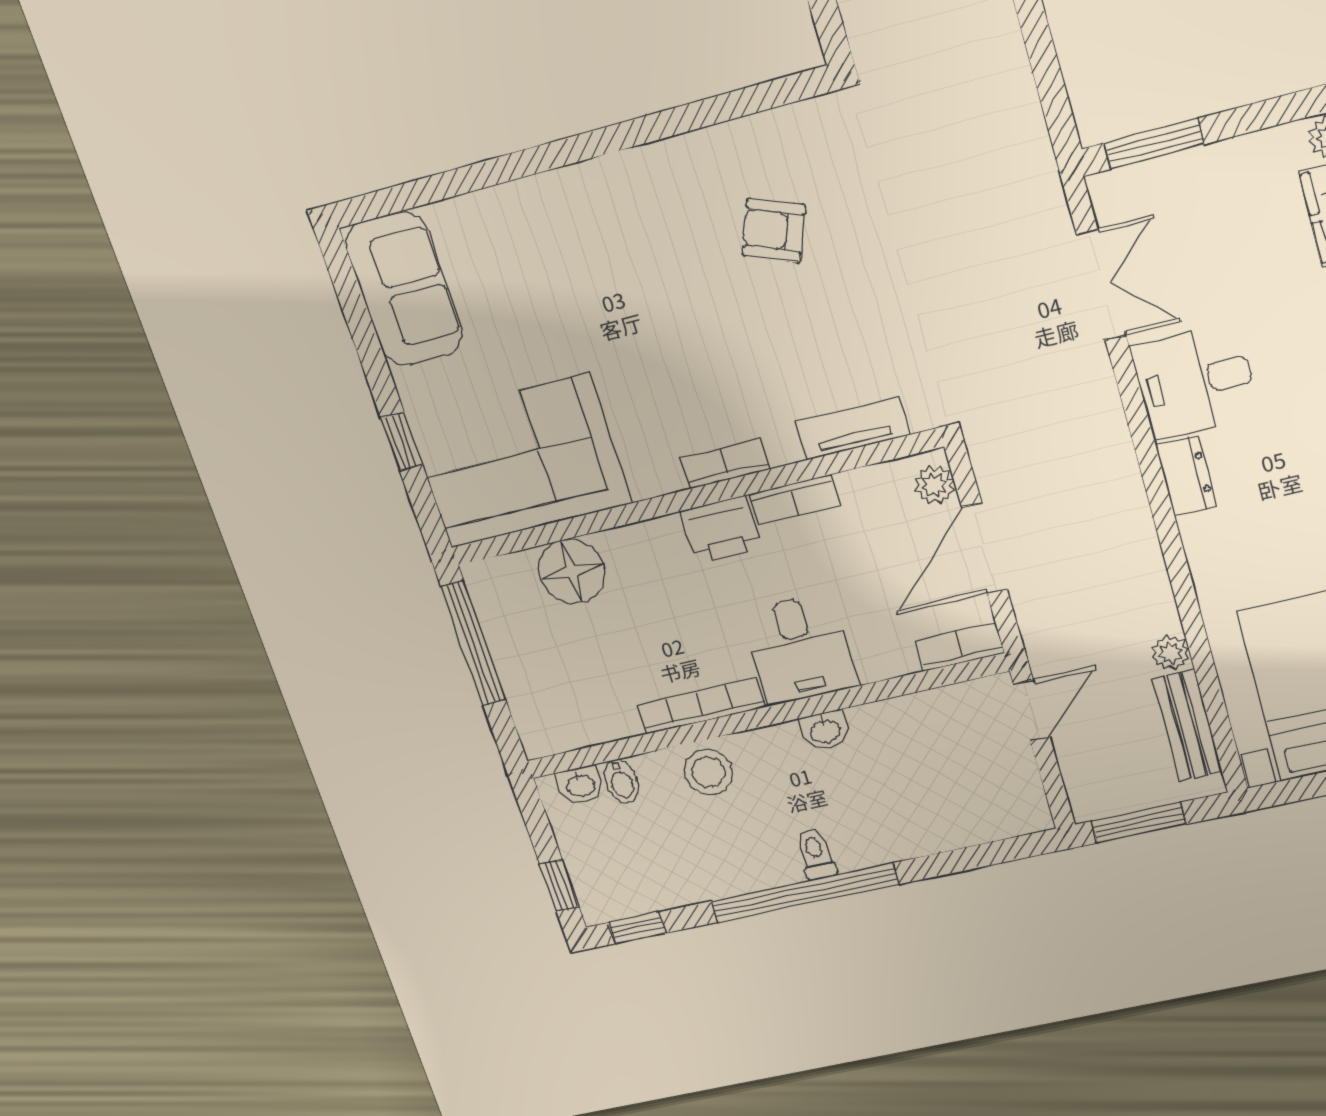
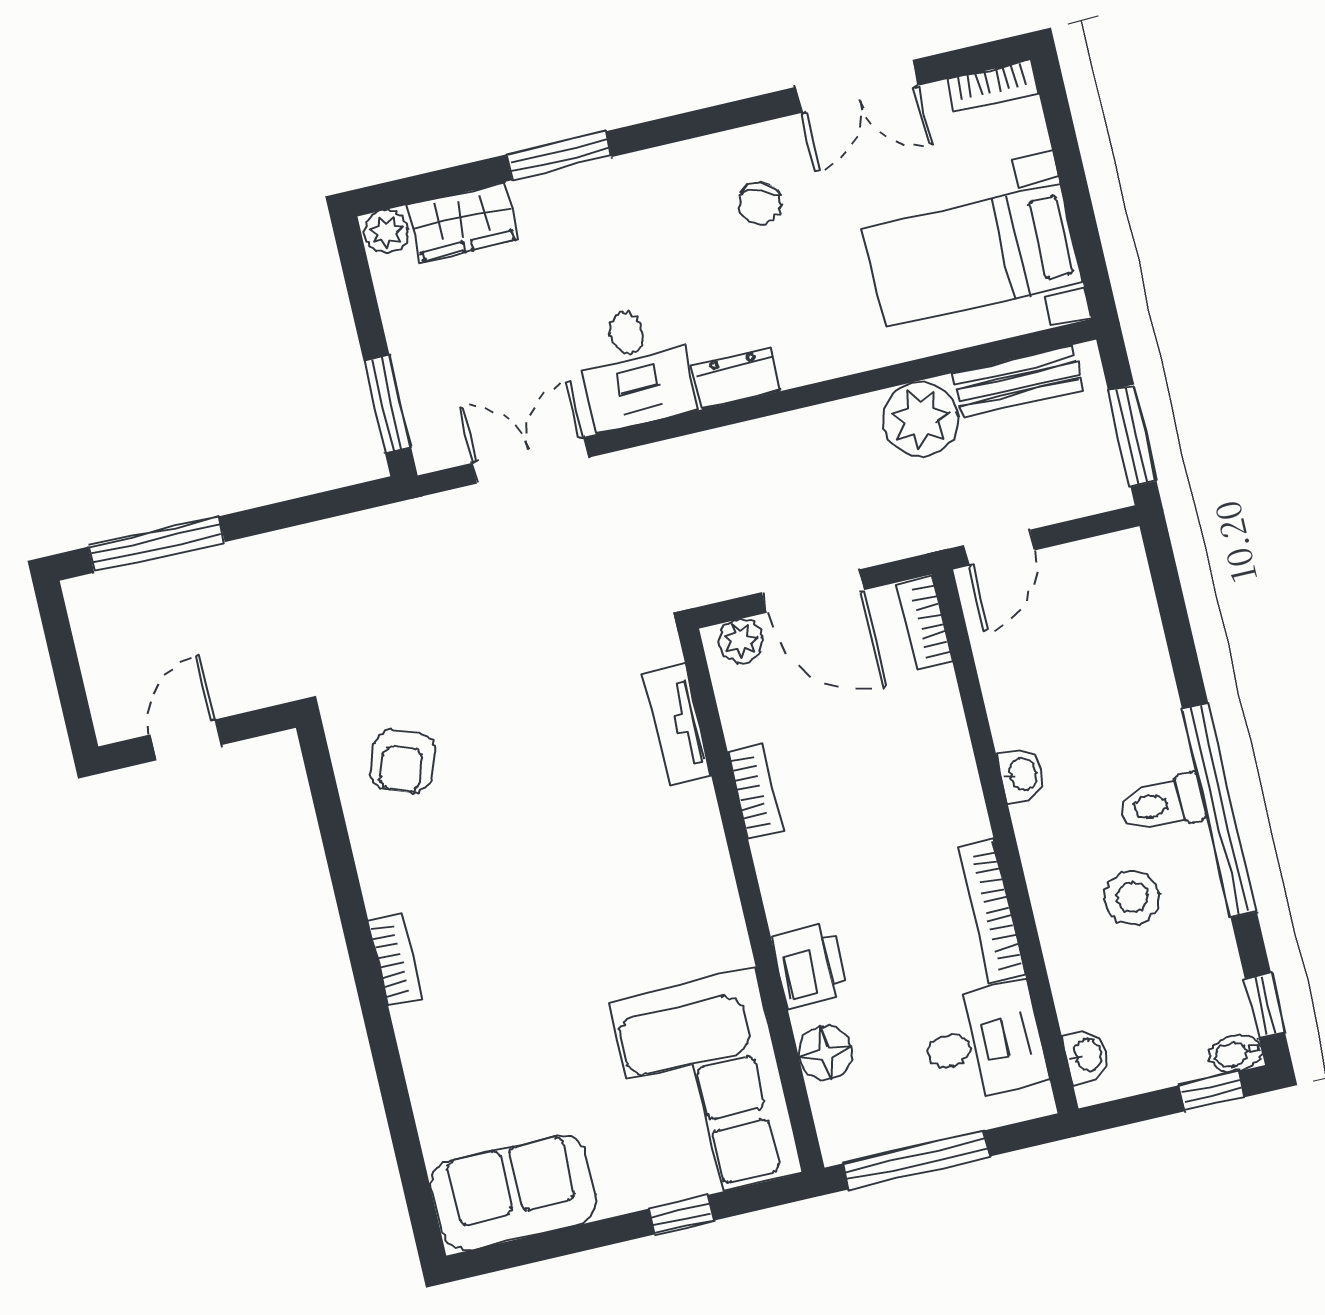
armchair: (774, 230) -> (402, 761), moved
bookcase: (725, 464) -> (395, 959), moved, turned 180
printer: (721, 530) -> (809, 965), moved
floor lamp: (572, 571) -> (825, 1053), width x0.73, depth x0.73
desk: (800, 649) -> (983, 1043), moved
plant: (1170, 653) -> (920, 419), width x1.88, depth x1.88
door: (1032, 710) -> (999, 548), swing flipped
stool: (709, 772) -> (1132, 898), moved
bidet: (621, 781) -> (1235, 1054), moved, turned 180
toilet: (816, 854) -> (1162, 804), width x1.37, depth x1.39

